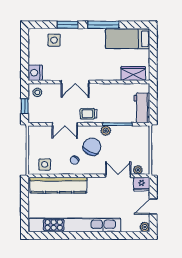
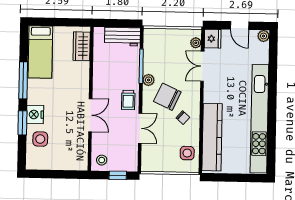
nightstand: (35, 73) -> (35, 115), moved, turned 90

